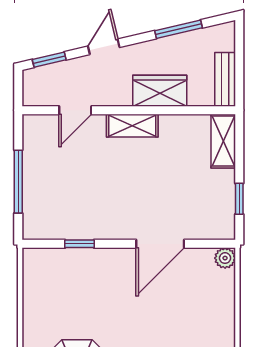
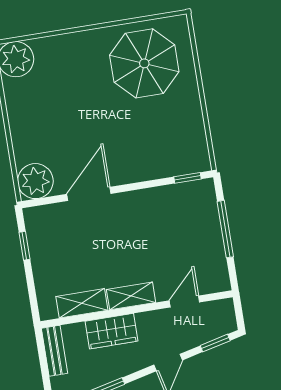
shelving: (223, 141) -> (82, 303), moved, turned 90
window: (80, 244) -> (188, 178), moved
plant: (225, 258) -> (35, 181), width x1.88, depth x1.88

